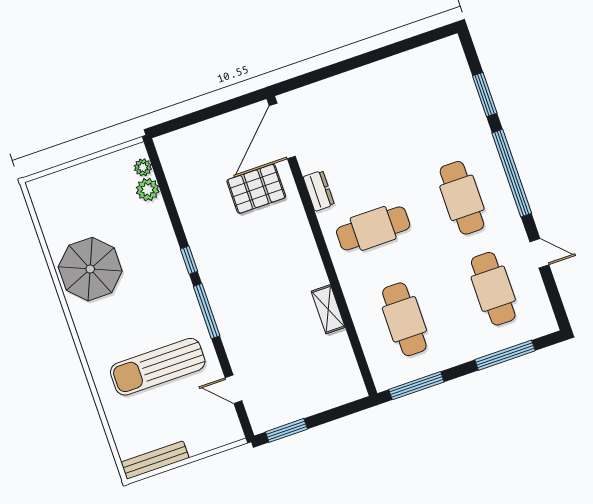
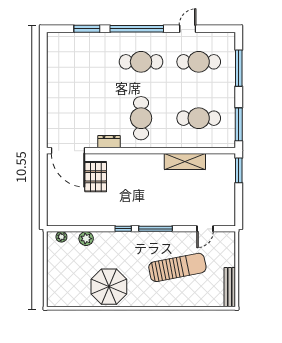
plant: (148, 190) -> (86, 239), moved
shelving: (328, 309) -> (185, 161), width x1.50, depth x1.33
sun lounger: (158, 367) -> (177, 267), turned -101
window: (286, 430) -> (239, 170), moved

